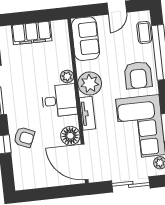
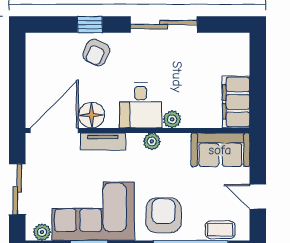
filing cabinet: (32, 33) -> (236, 102), moved
armchair: (138, 75) -> (163, 215), turned 90
plant: (90, 84) -> (152, 141), width x0.53, depth x0.53
tv unit: (87, 113) -> (103, 141), moved

